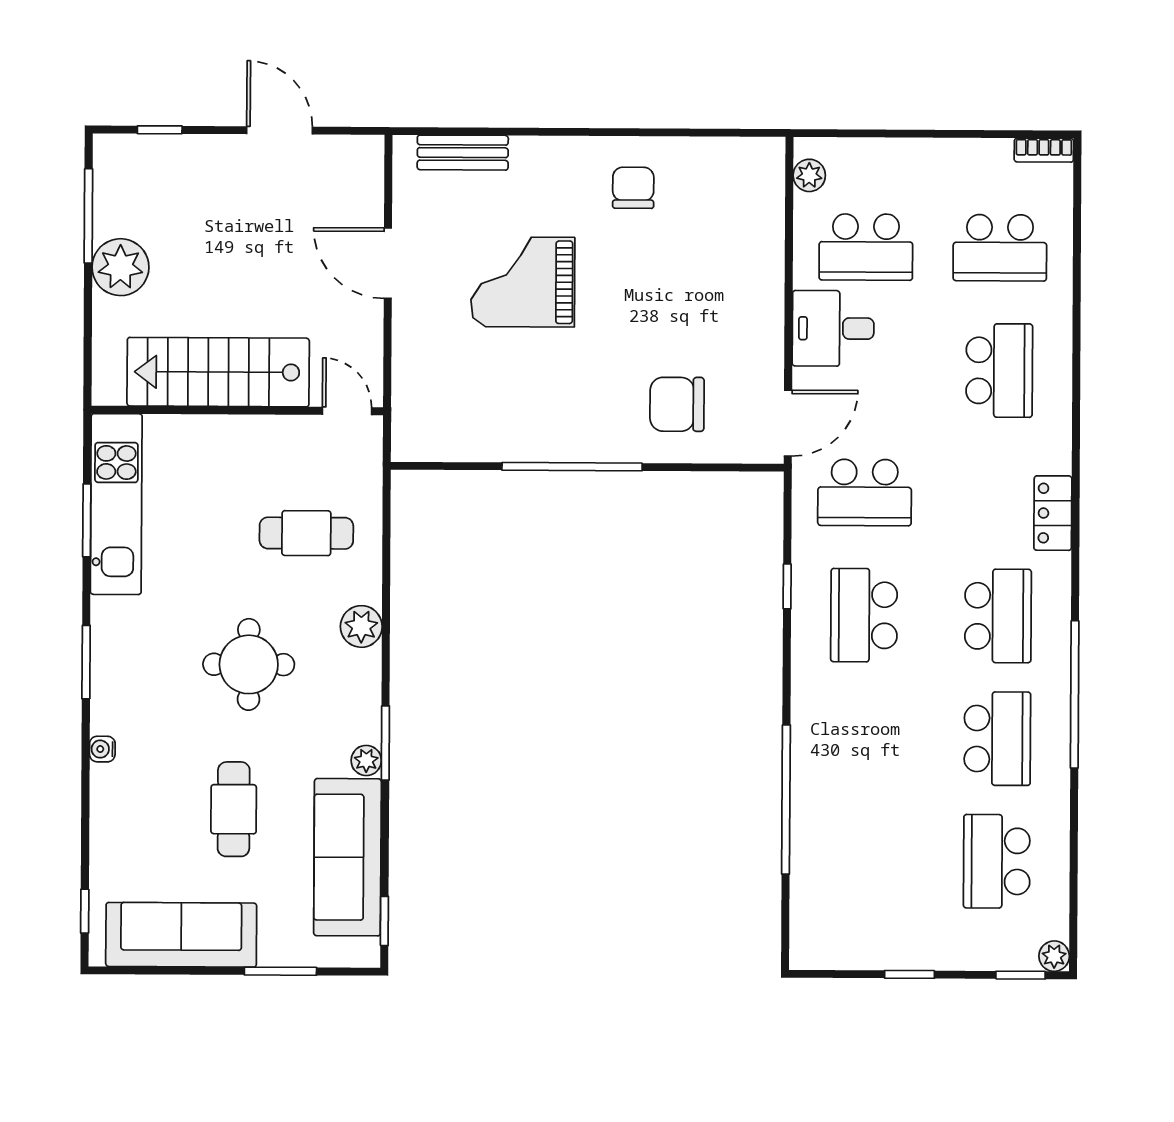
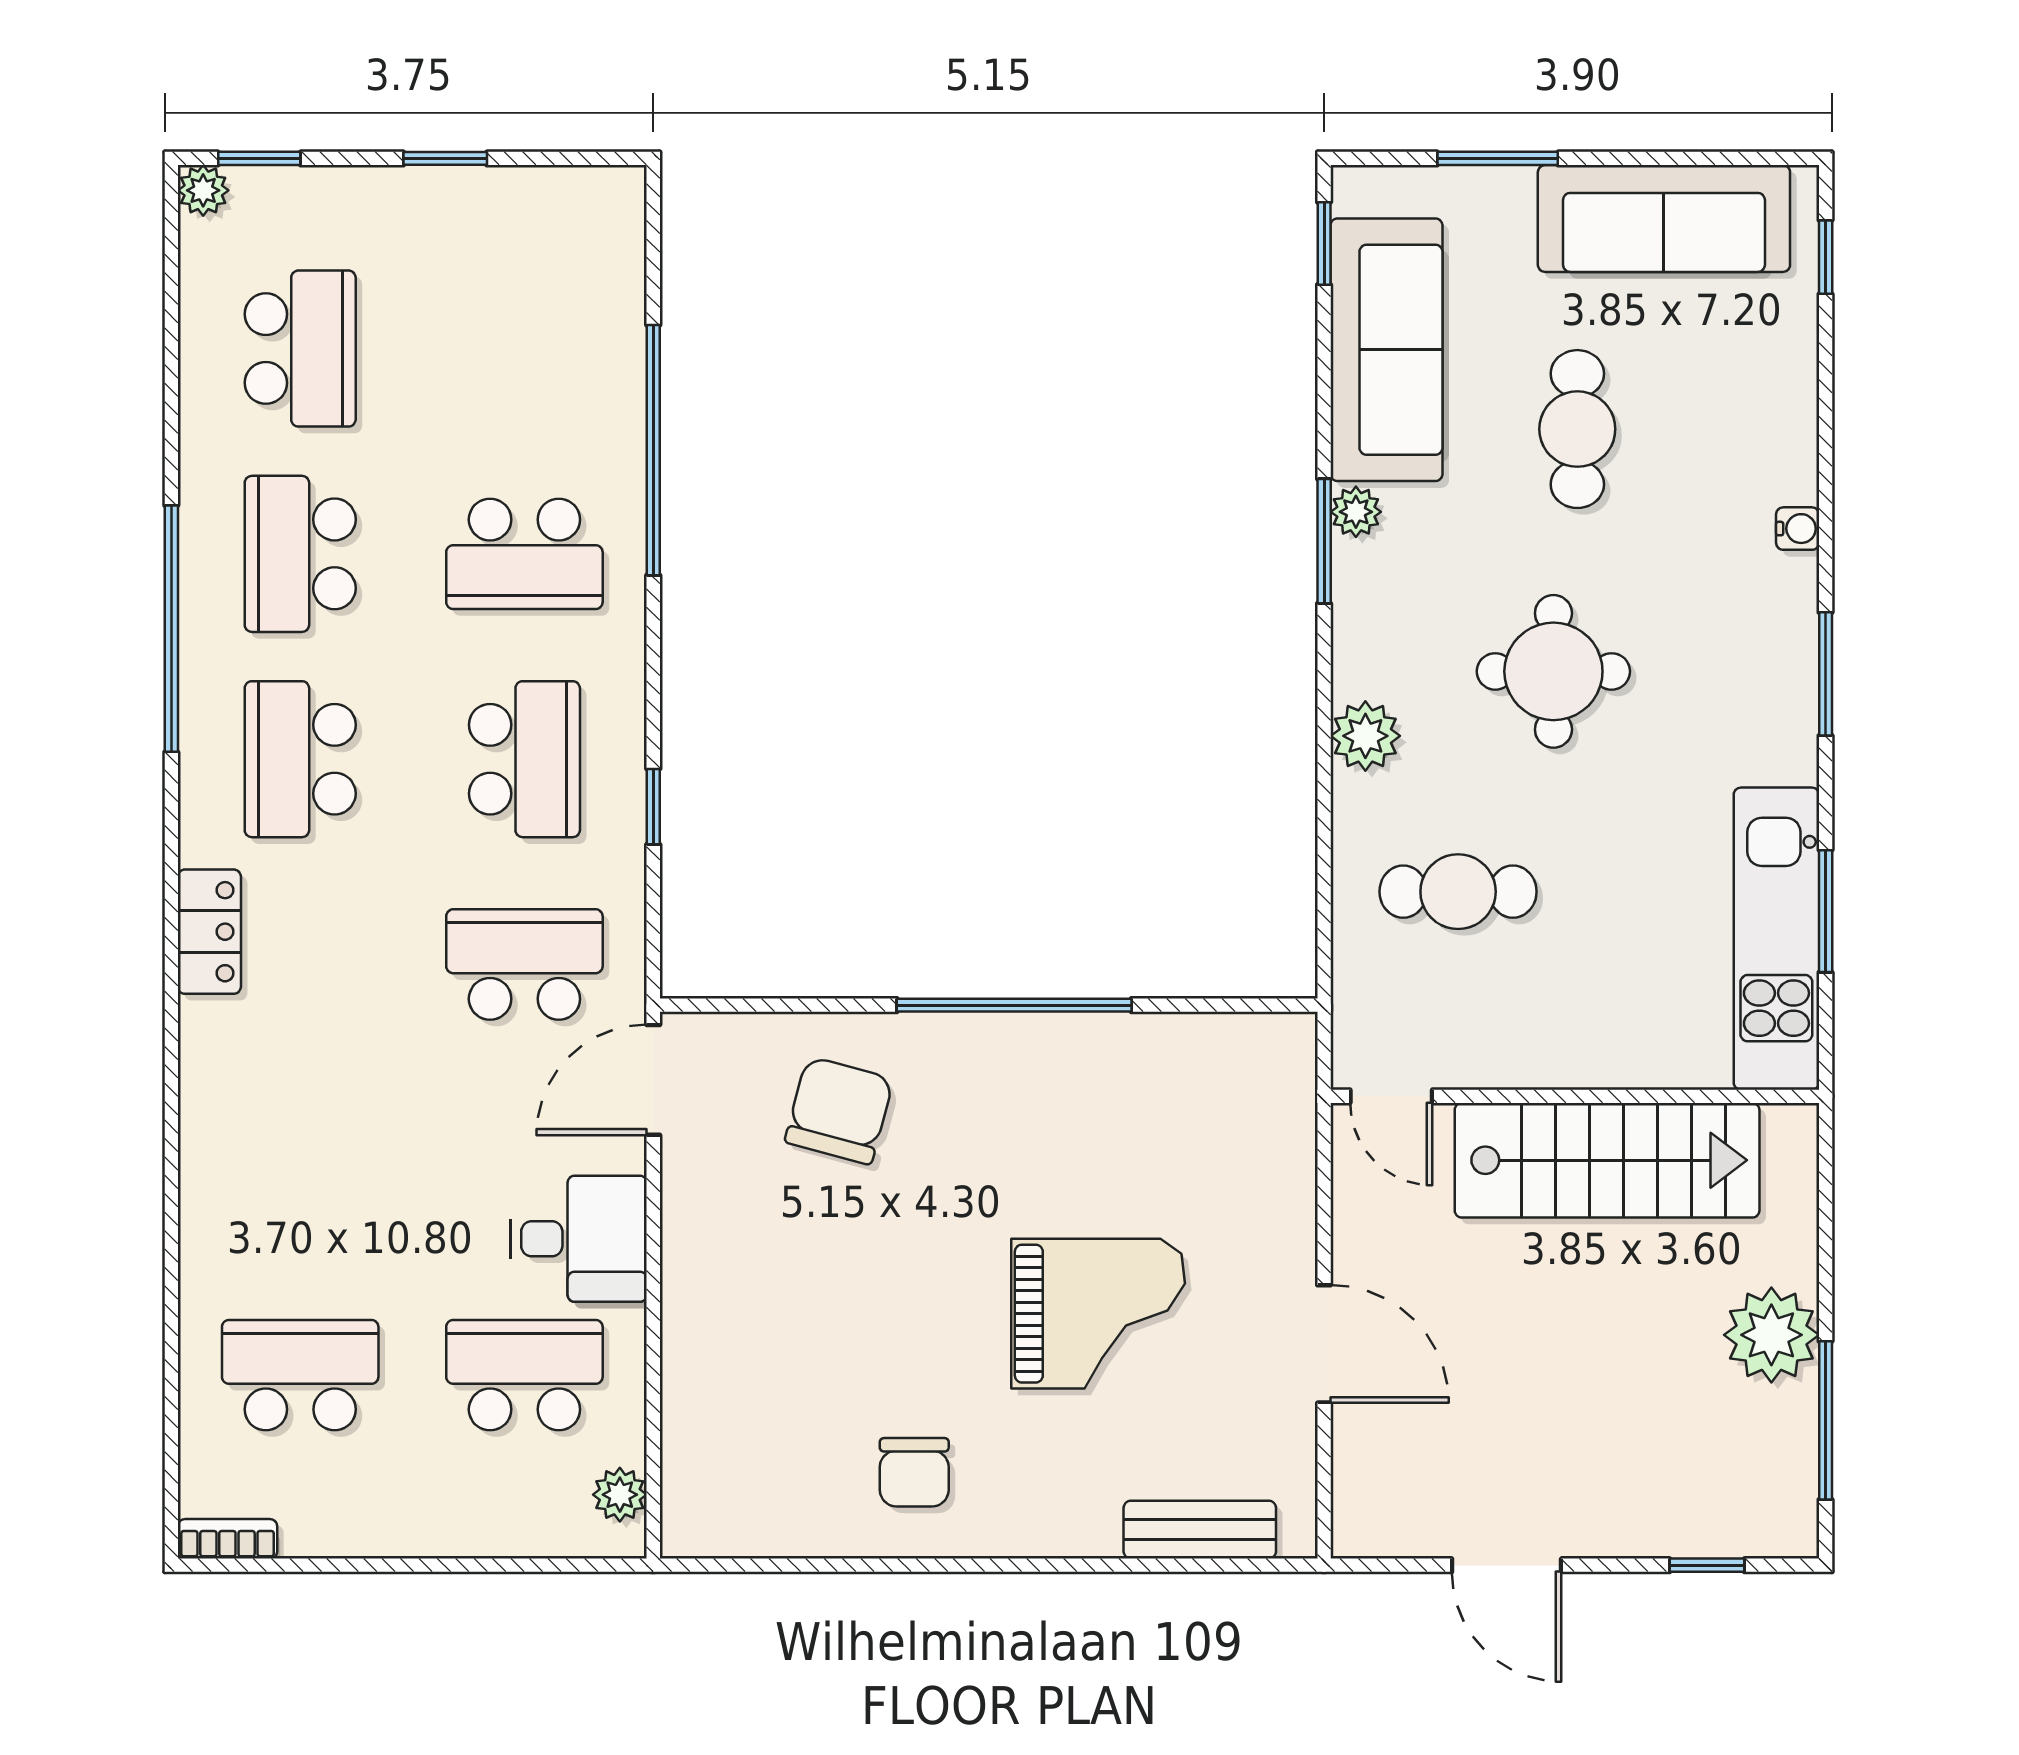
school desk: (999, 370) -> (524, 554), moved, turned -90
chair: (677, 404) -> (839, 1110), turned -75

